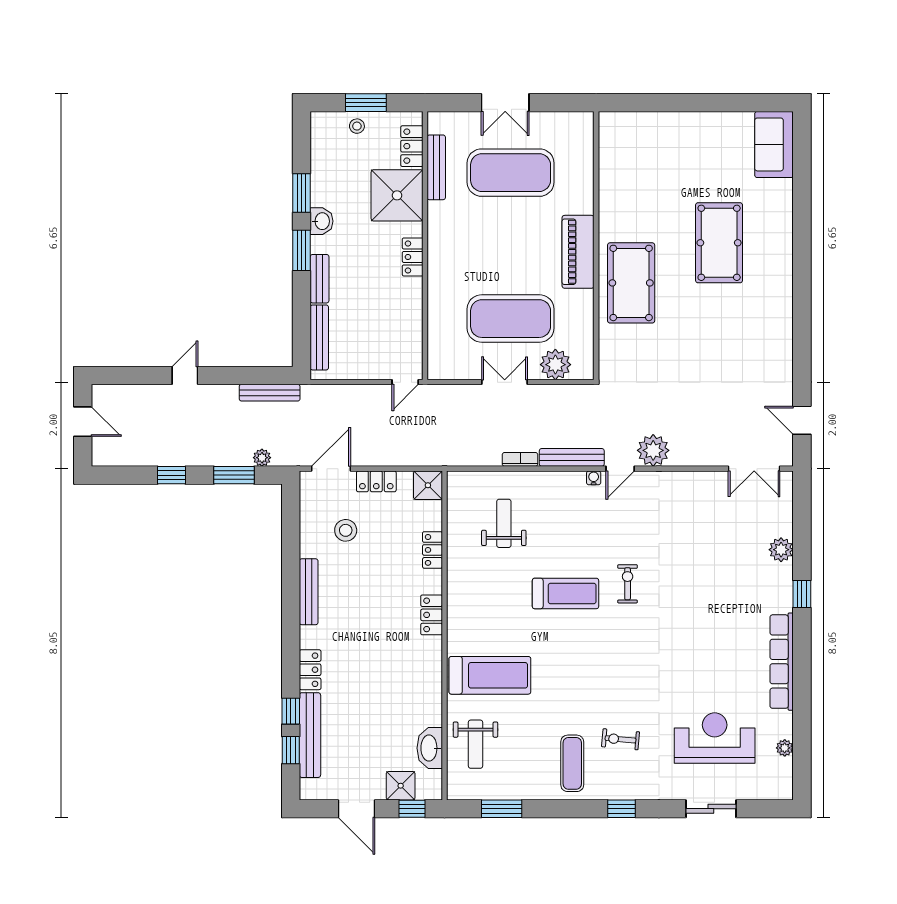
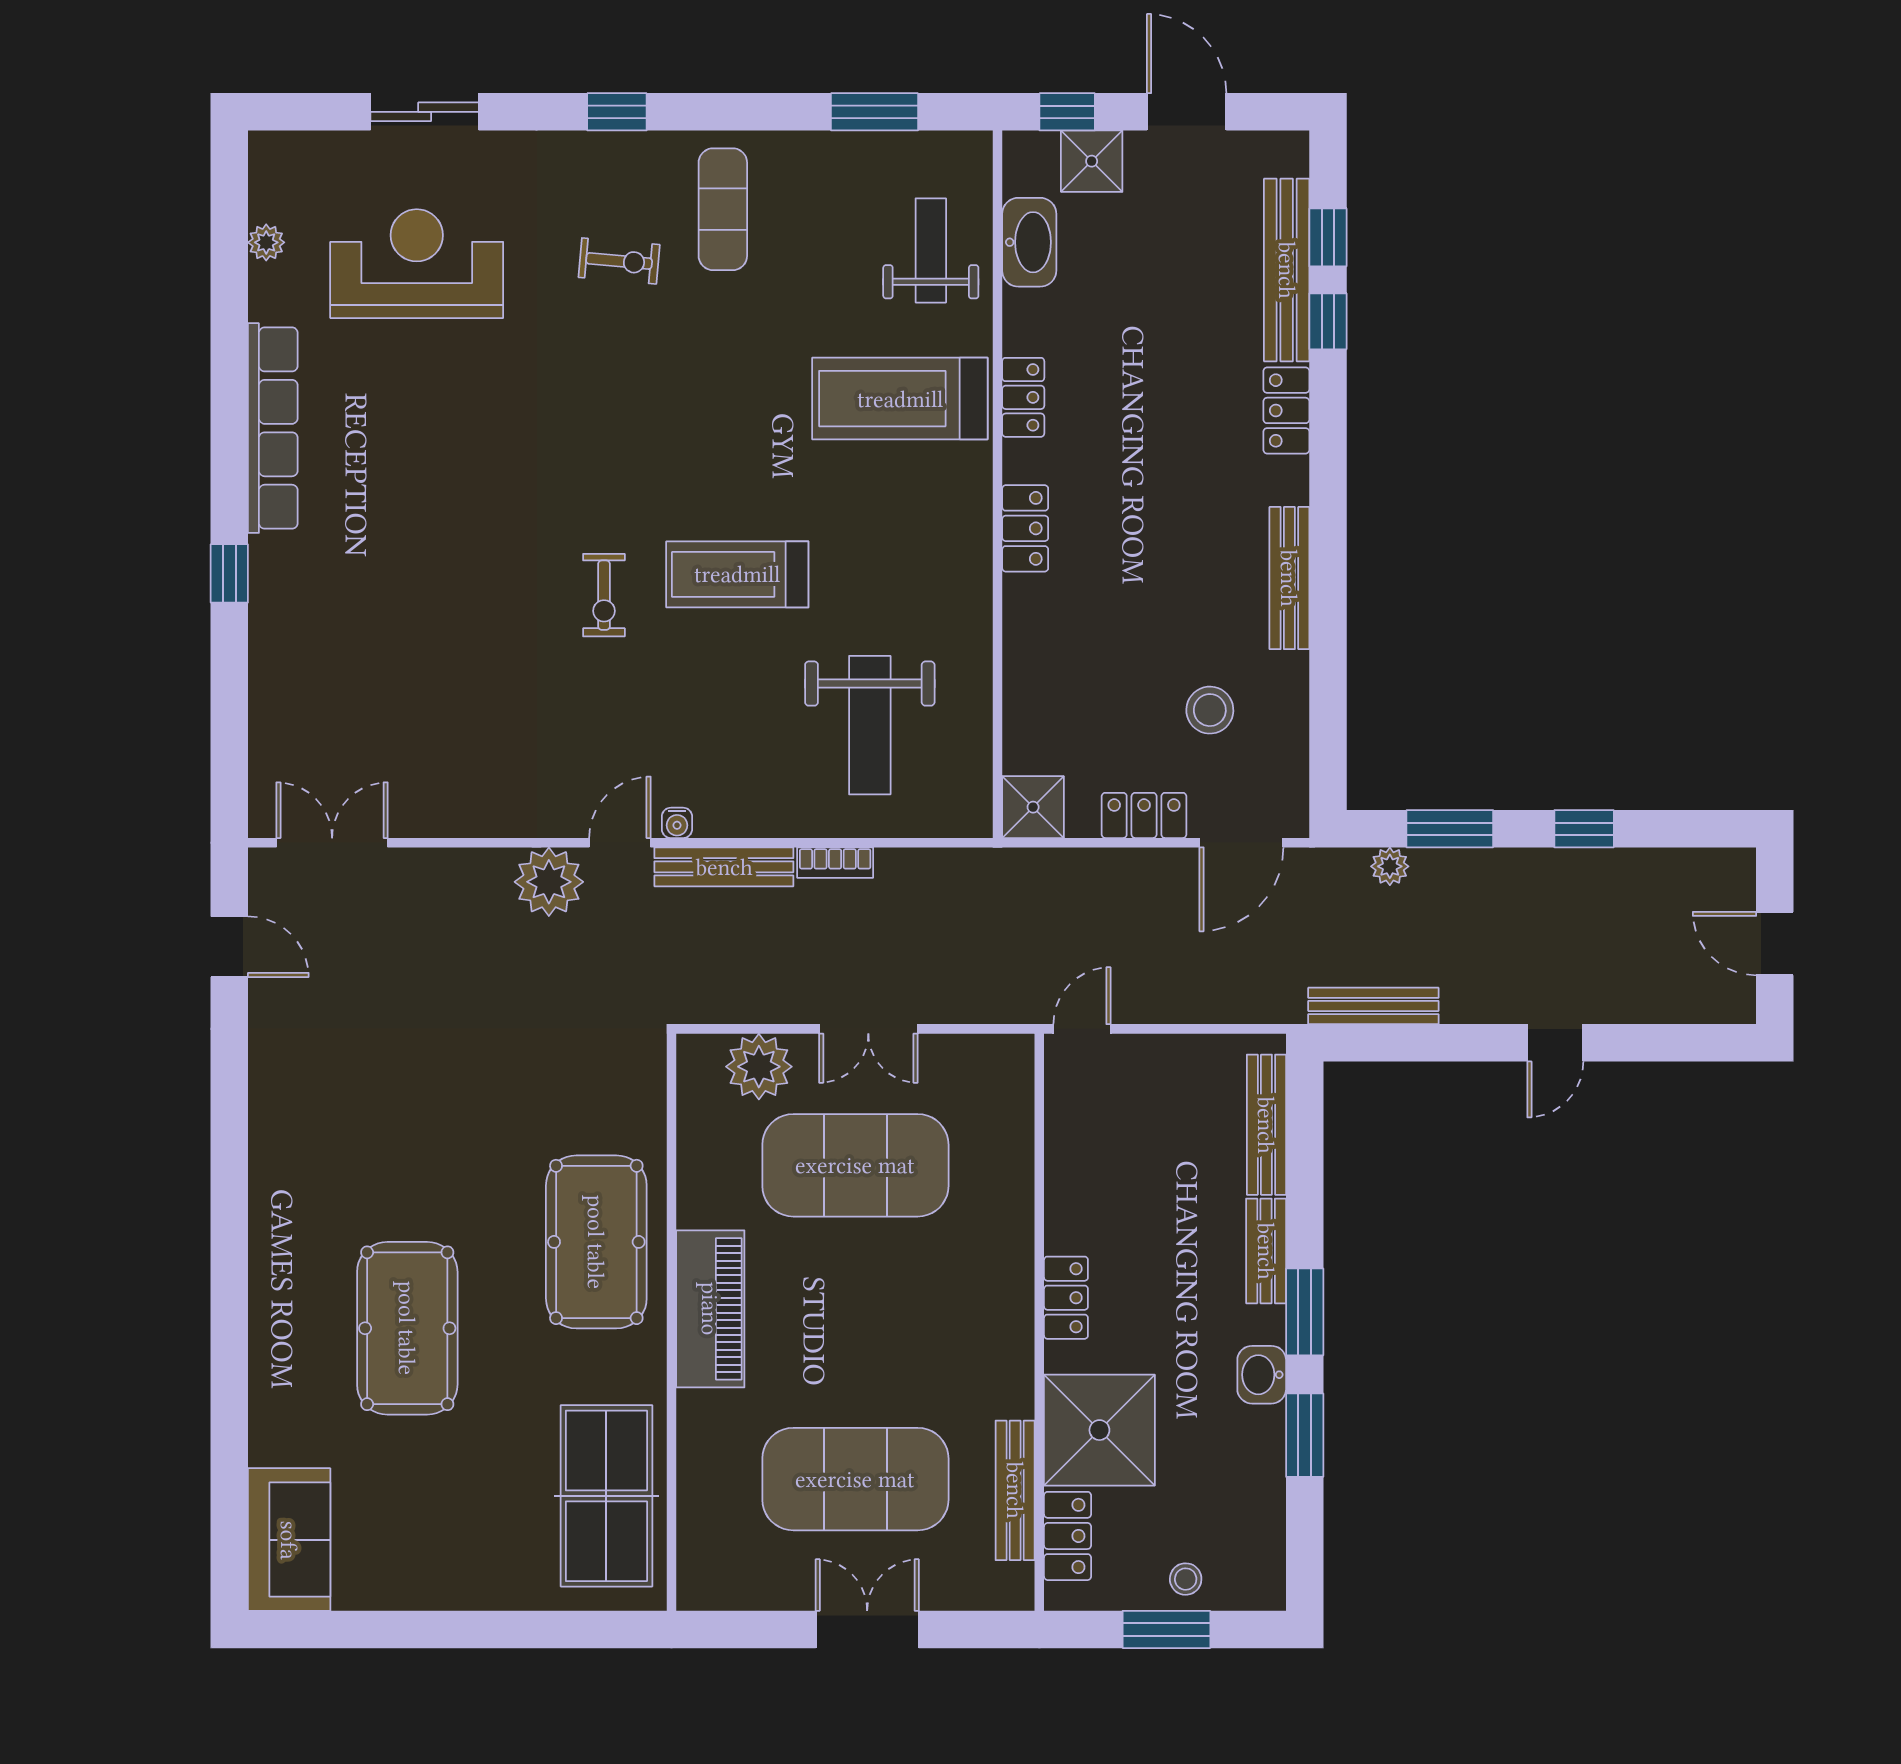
table tennis table: (626, 165) -> (606, 1496), added
weight bench: (504, 523) -> (870, 725), width x1.36, depth x1.33
locker: (433, 550) -> (1023, 397), moved
plant: (781, 550) -> (274, 669), removed
reception desk: (715, 738) -> (417, 264), turned 180

